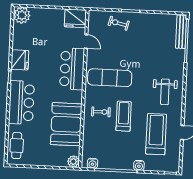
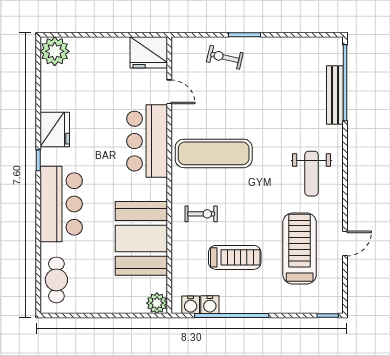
bench: (181, 32) -> (335, 95), moved
treadmill: (124, 116) -> (235, 257), moved, turned 90
water cooler: (139, 165) -> (210, 305), moved

